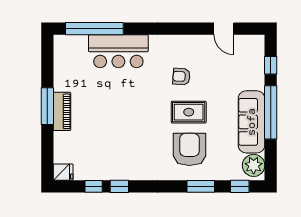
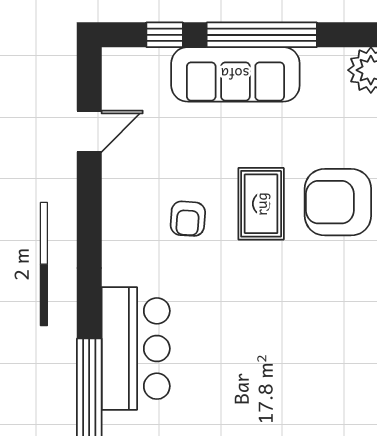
sofa: (252, 122) -> (235, 74), moved

